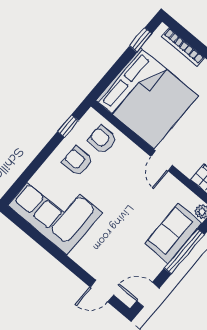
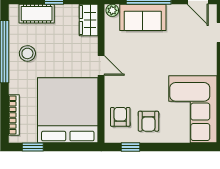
armchair: (102, 140) -> (120, 117), turned 180
door: (162, 161) -> (101, 65), hinge flipped

